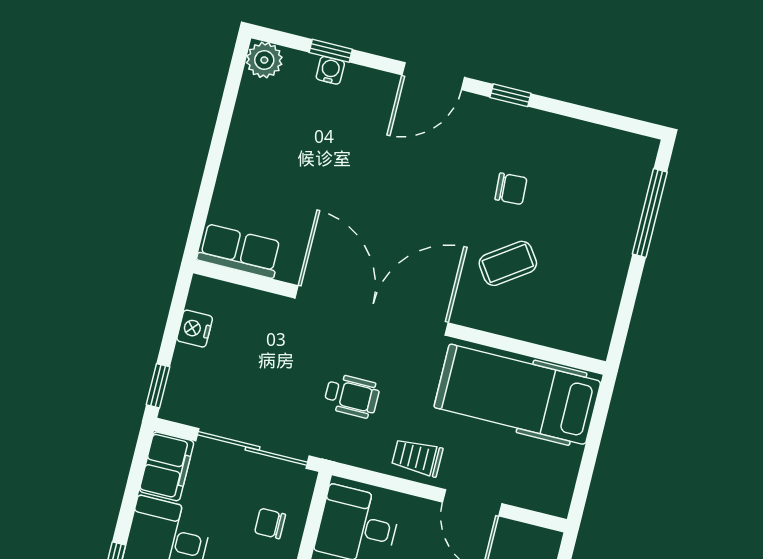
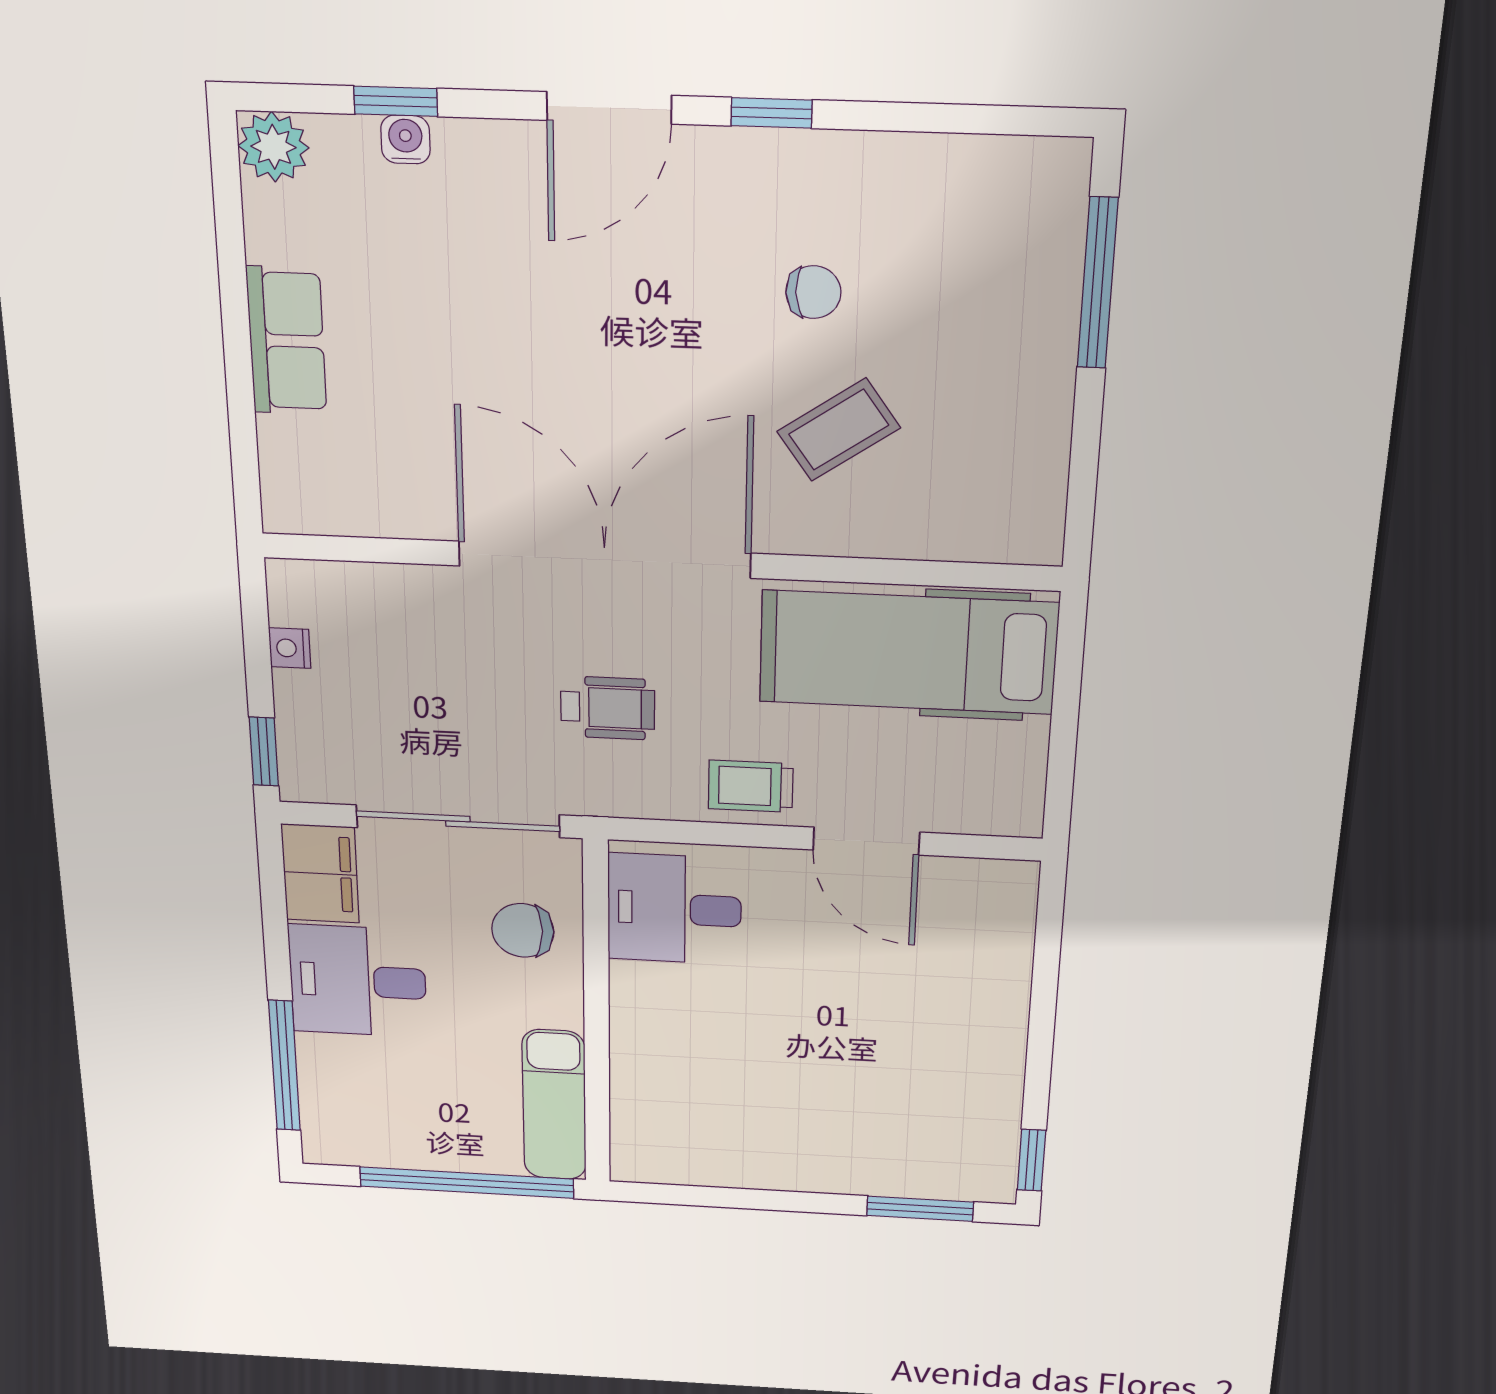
row of seats: (239, 251) -> (287, 341), moved, turned 90
nightstand: (195, 329) -> (290, 648), width x0.72, depth x0.74
chair: (270, 523) -> (523, 930), width x1.37, depth x1.37

